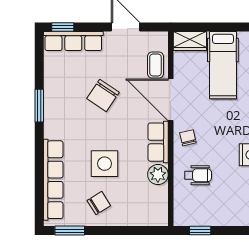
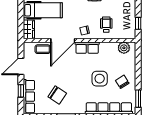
window: (63, 27) -> (21, 91), moved
chair: (103, 95) -> (57, 95), moved
plant: (158, 175) -> (124, 48), moved

